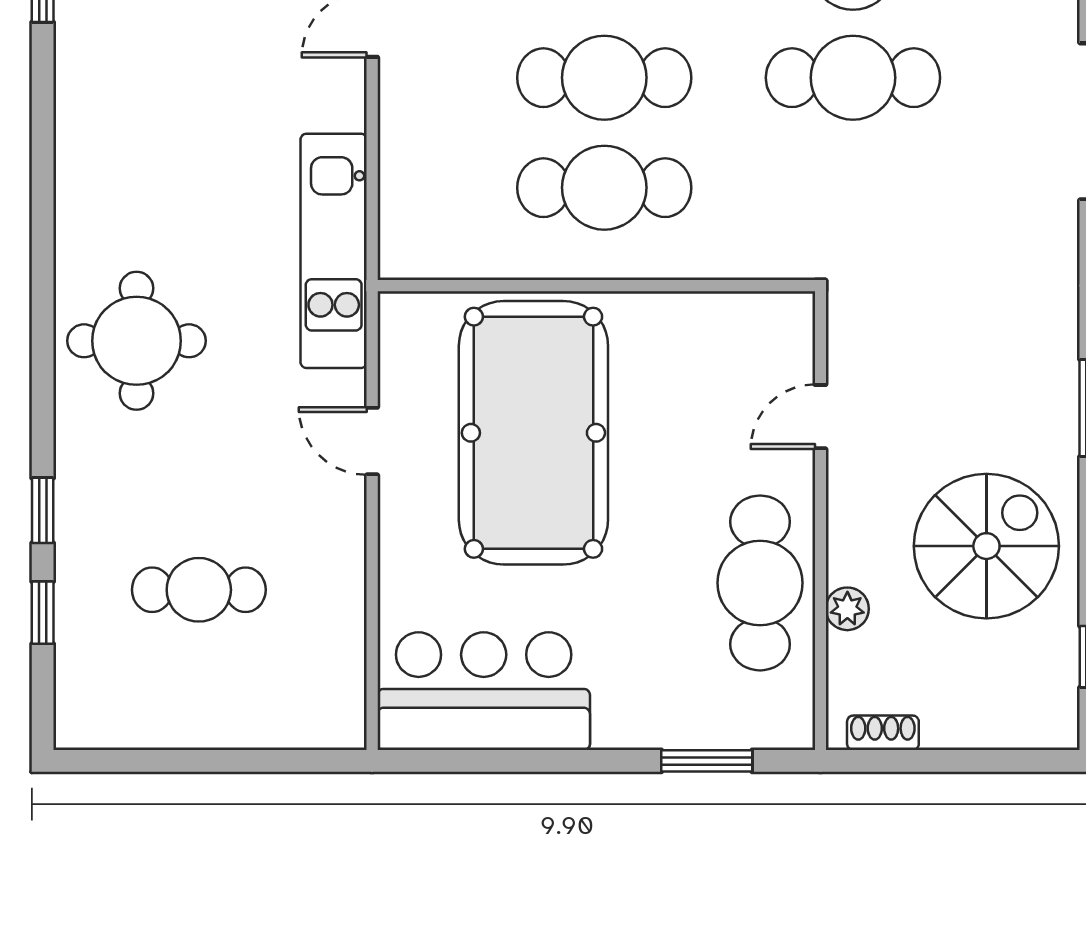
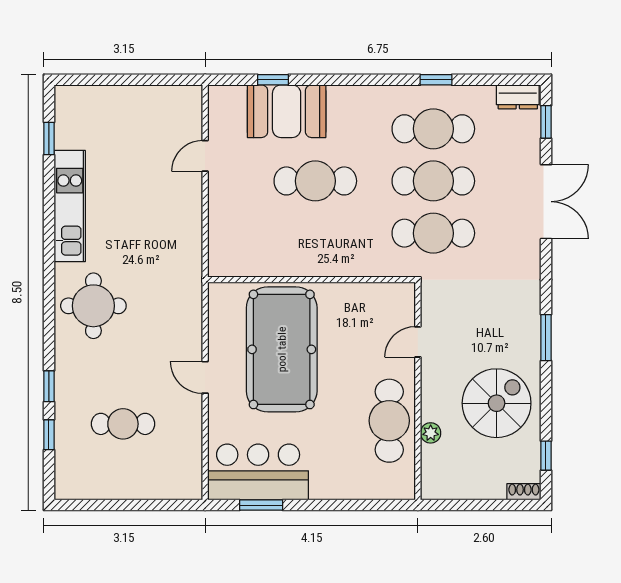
cafe table: (604, 188) -> (433, 233), moved
kitchen unit: (334, 251) -> (70, 206), moved, turned 180
door: (372, 441) -> (205, 377), moved
shoe rack: (883, 733) -> (524, 492), moved
window: (707, 761) -> (261, 505), moved

